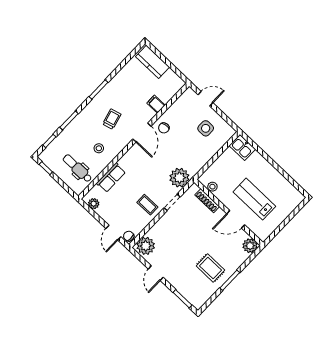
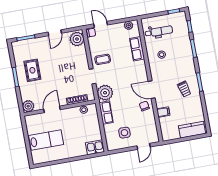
trolley: (112, 119) -> (184, 89), moved
row of seats: (199, 162) -> (106, 113), added
lab bench: (254, 199) -> (46, 140), moved
rug: (210, 268) -> (32, 70), turned 90
door: (156, 273) -> (55, 33), swing flipped

